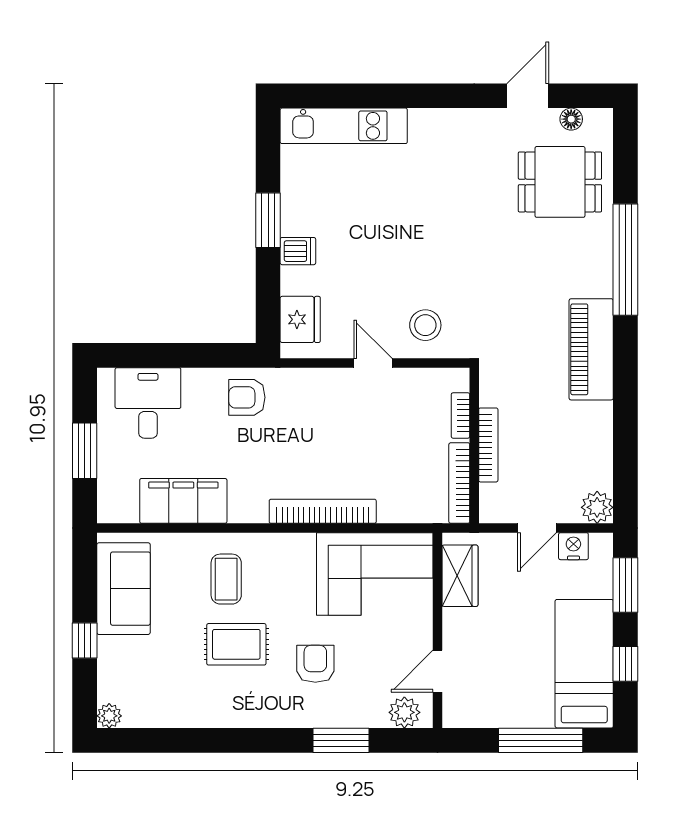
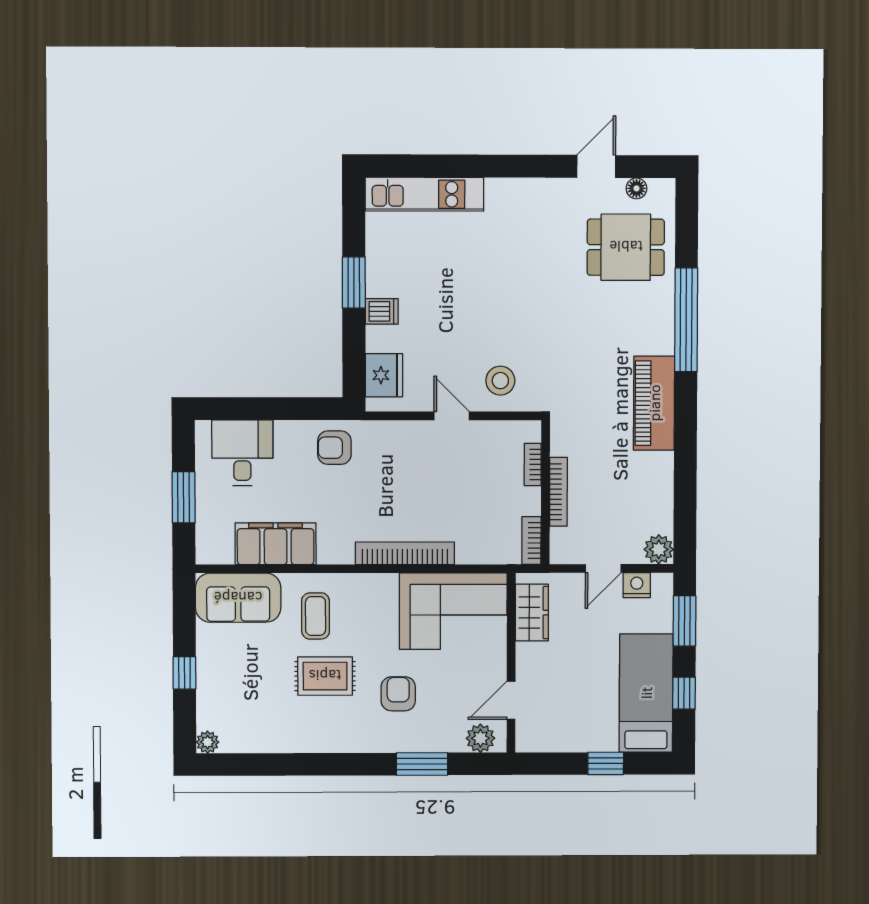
bookcase: (459, 483) -> (531, 540), width x0.64
sofa: (123, 589) -> (238, 598), moved, turned 90
window: (541, 740) -> (606, 763), width x0.46

